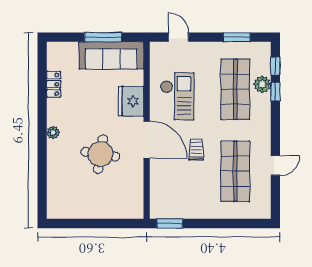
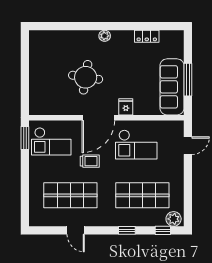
window: (237, 37) -> (188, 197), removed
plant: (262, 84) -> (174, 219), moved
window: (275, 92) -> (127, 230), moved
fridge: (131, 101) -> (126, 107), width x0.53, depth x0.75
checkout: (174, 193) -> (51, 141), added

